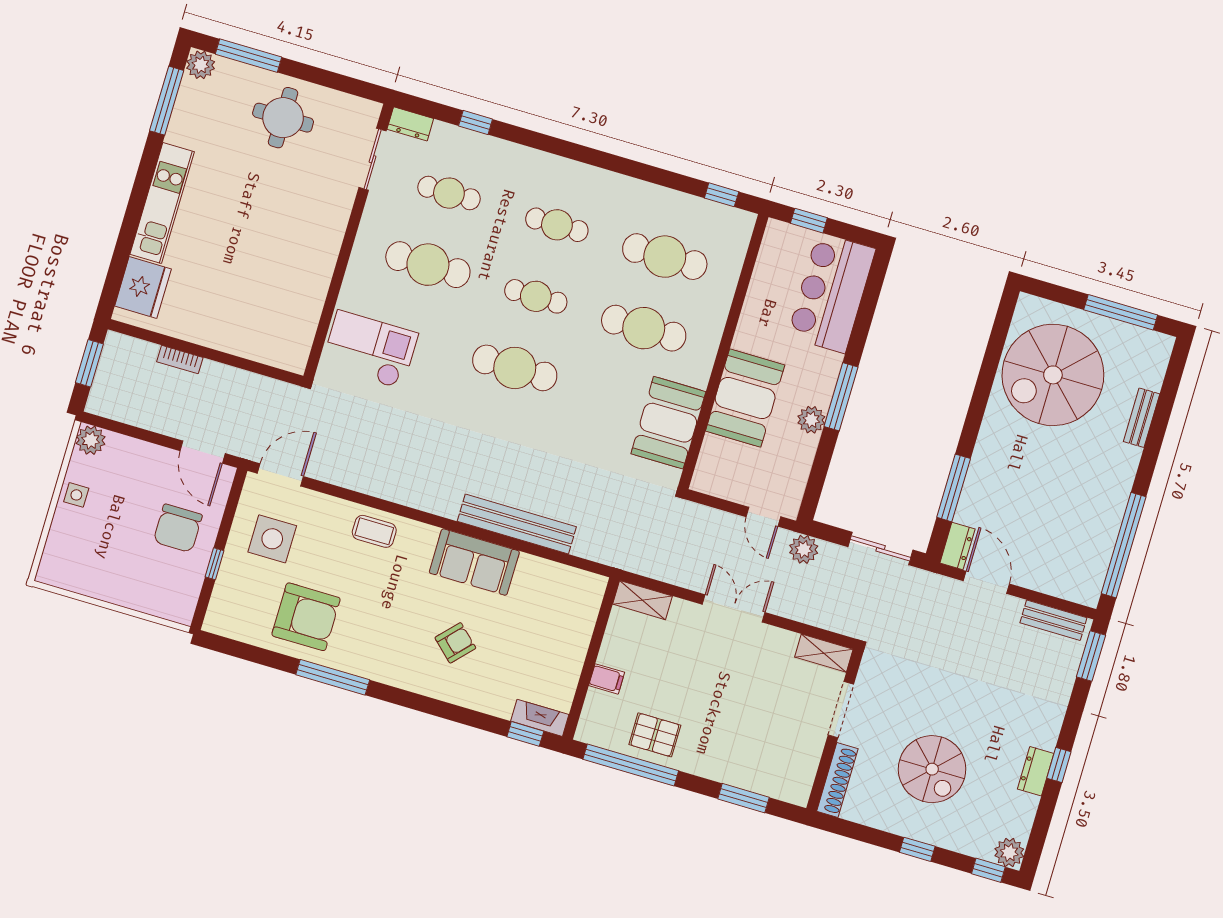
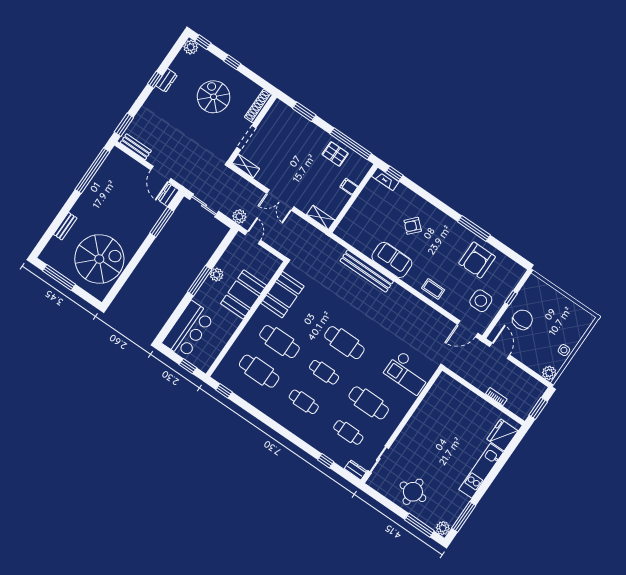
armchair: (306, 617) -> (477, 260), turned -90

